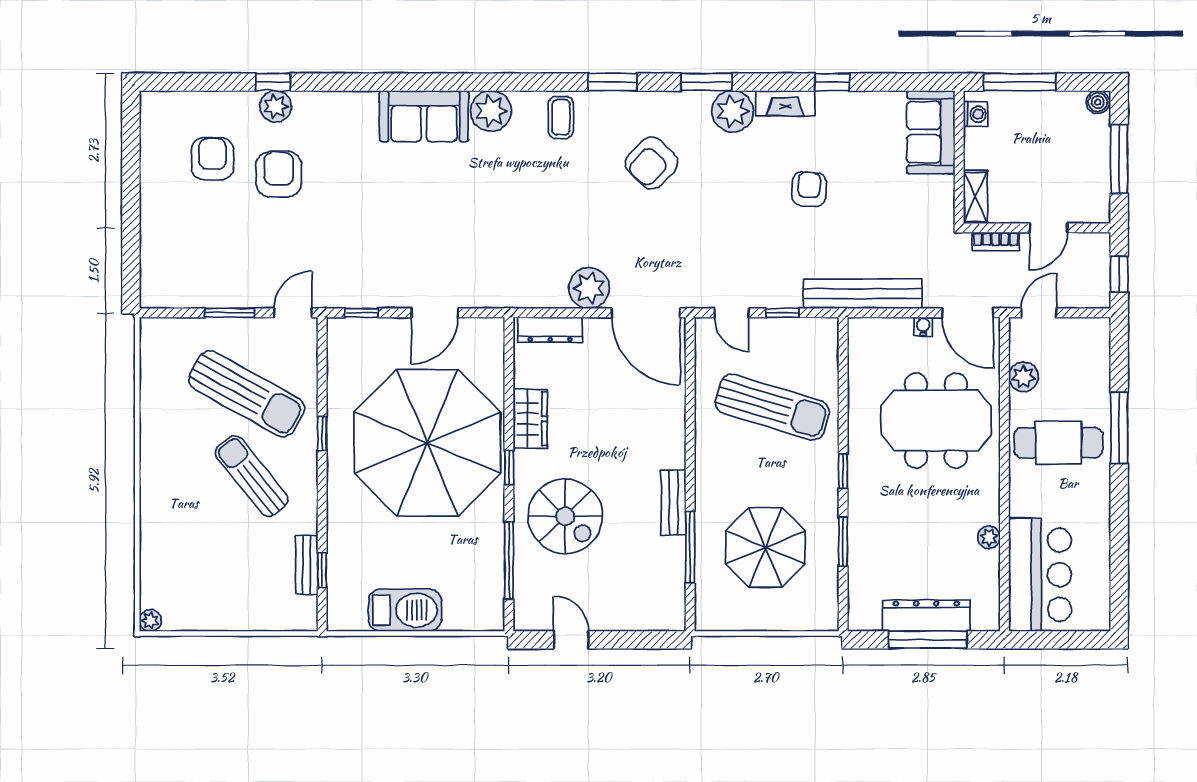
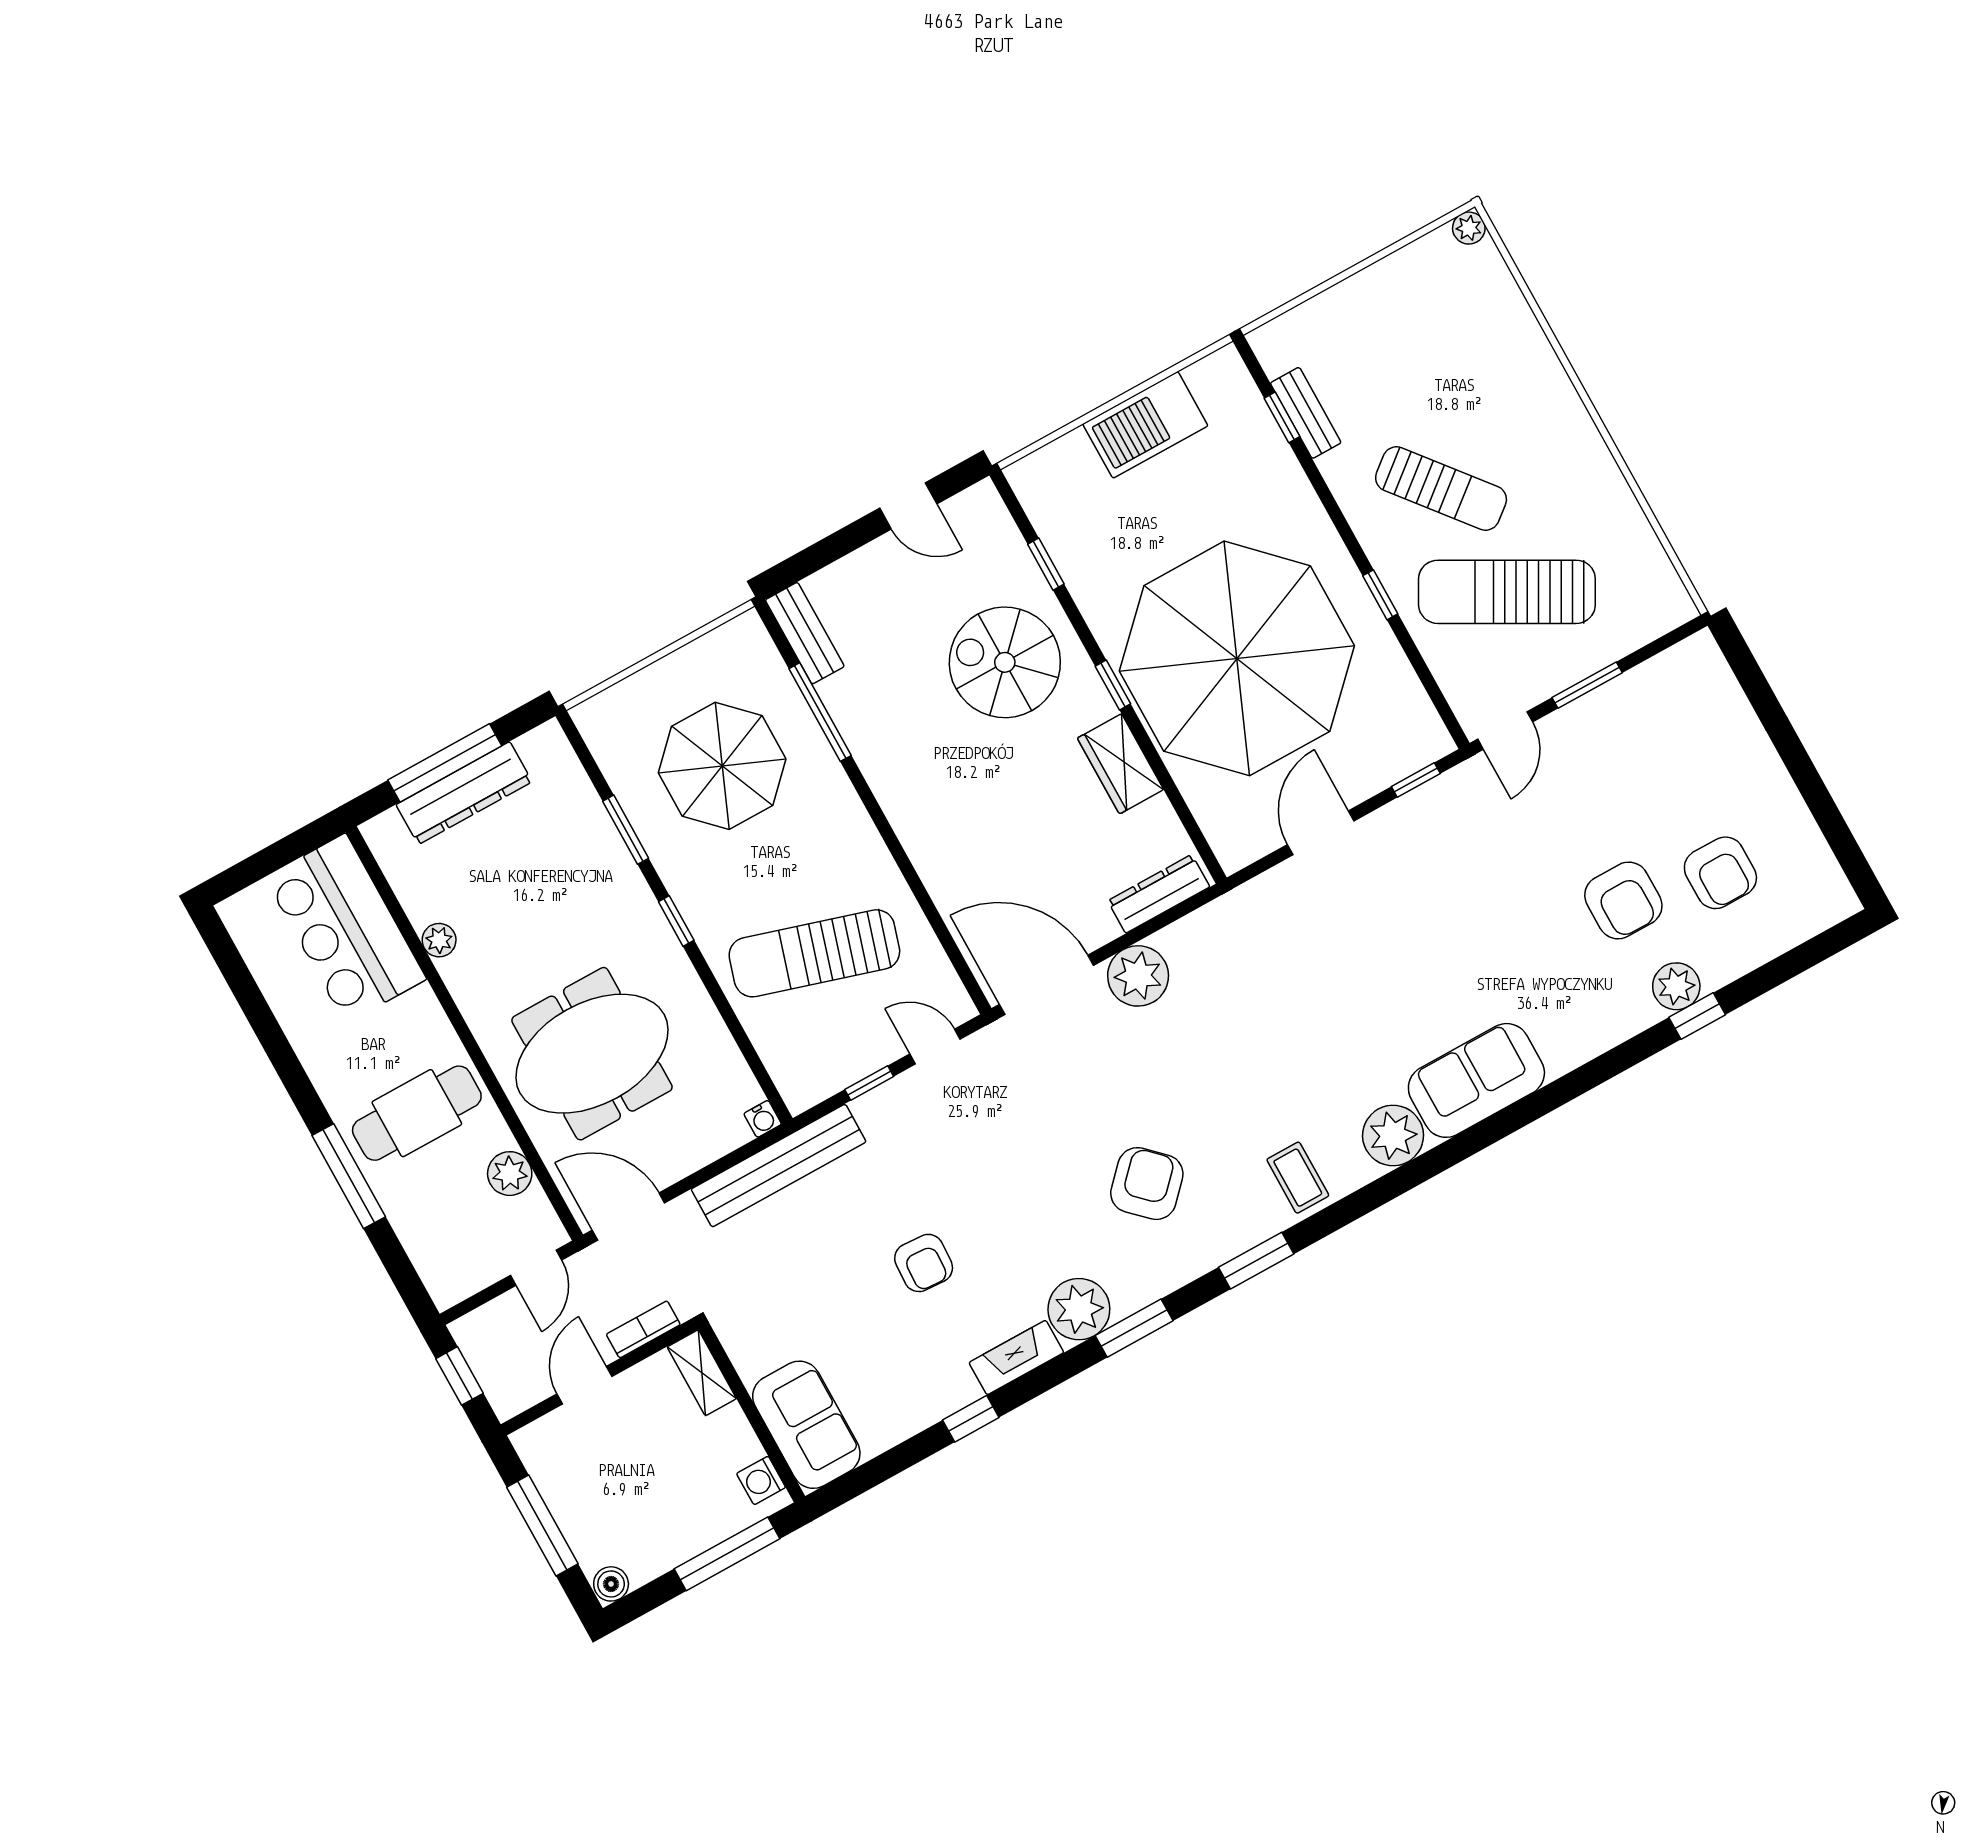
water cooler: (923, 326) -> (763, 1119), moved
bench: (673, 503) -> (805, 633), moved
window: (509, 561) -> (1046, 564), width x0.46

